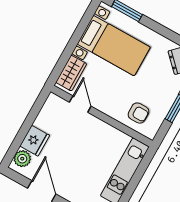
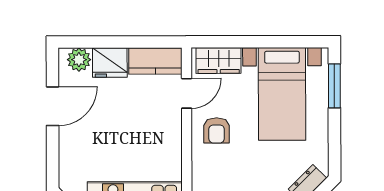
kitchen counter: (50, 112) -> (155, 61), added
armchair: (139, 113) -> (217, 130), moved

